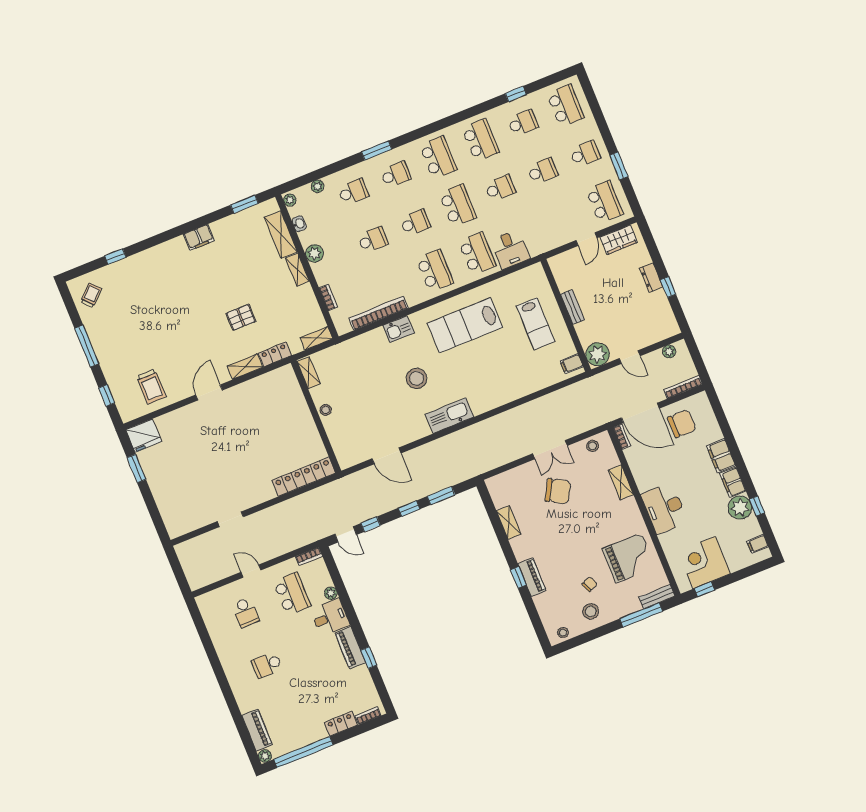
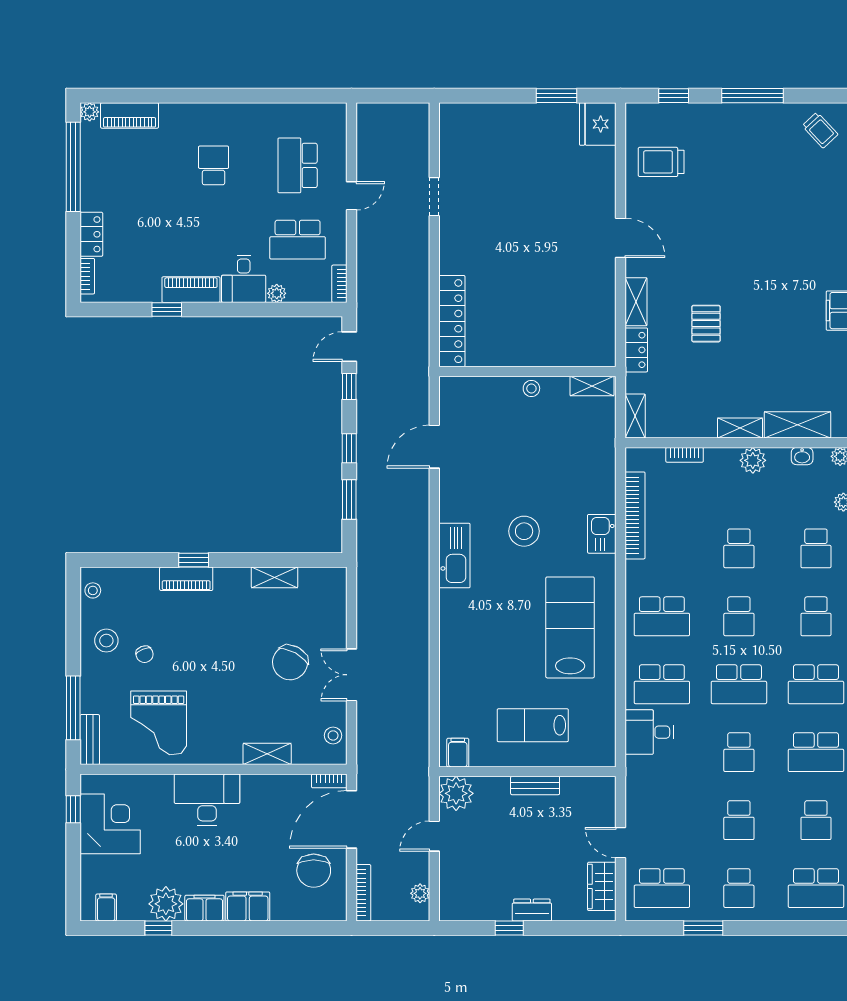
school desk: (246, 612) -> (298, 165), width x1.85

